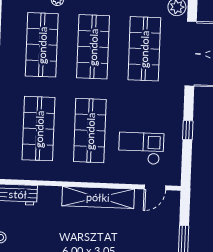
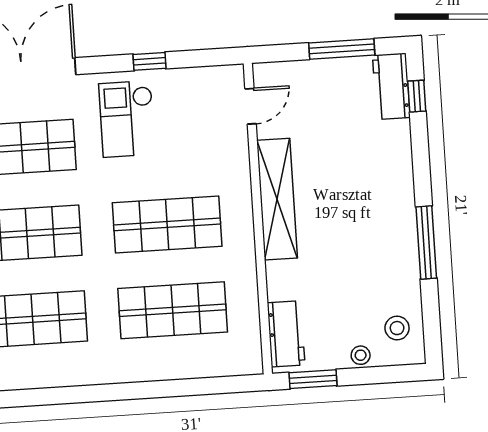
checkout: (141, 148) -> (127, 119), moved
door: (155, 187) -> (251, 106), hinge flipped

